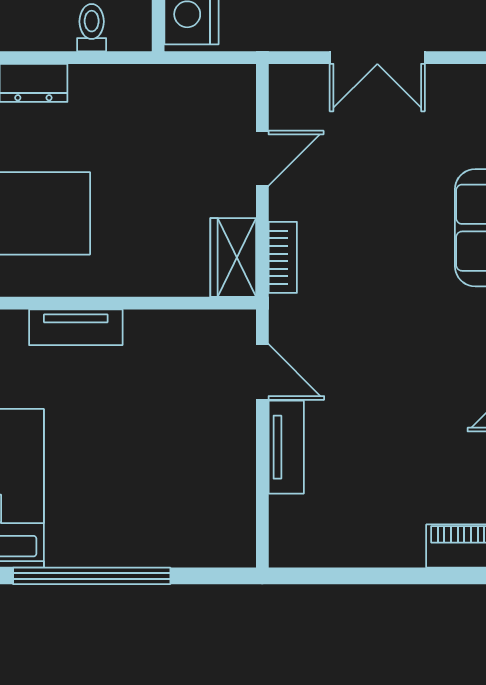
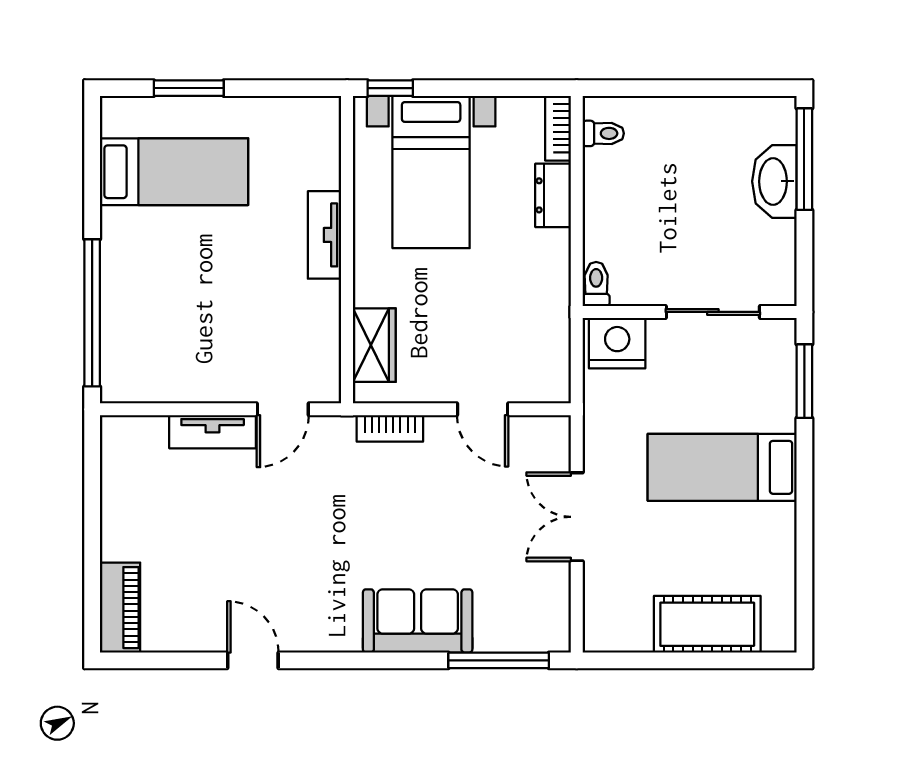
toilet: (92, 28) -> (596, 284), moved, turned -90
wardrobe: (233, 258) -> (374, 345), moved, turned 90
window: (92, 576) -> (92, 313), moved

